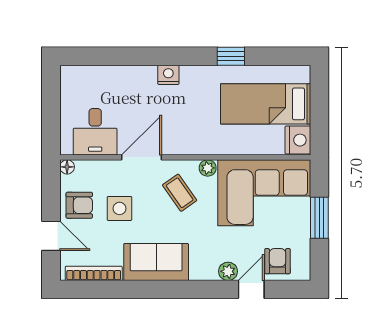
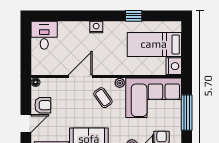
desk: (95, 132) -> (44, 35), moved, turned 180
side table: (120, 208) -> (67, 107), removed
window: (319, 218) -> (187, 113), width x1.44
door: (51, 236) -> (26, 124), hinge flipped

